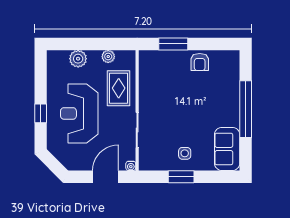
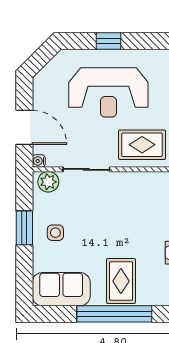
rug: (221, 104) -> (121, 281), added
reception desk: (79, 113) -> (108, 92), turned 180
plant: (146, 159) -> (48, 182), added

